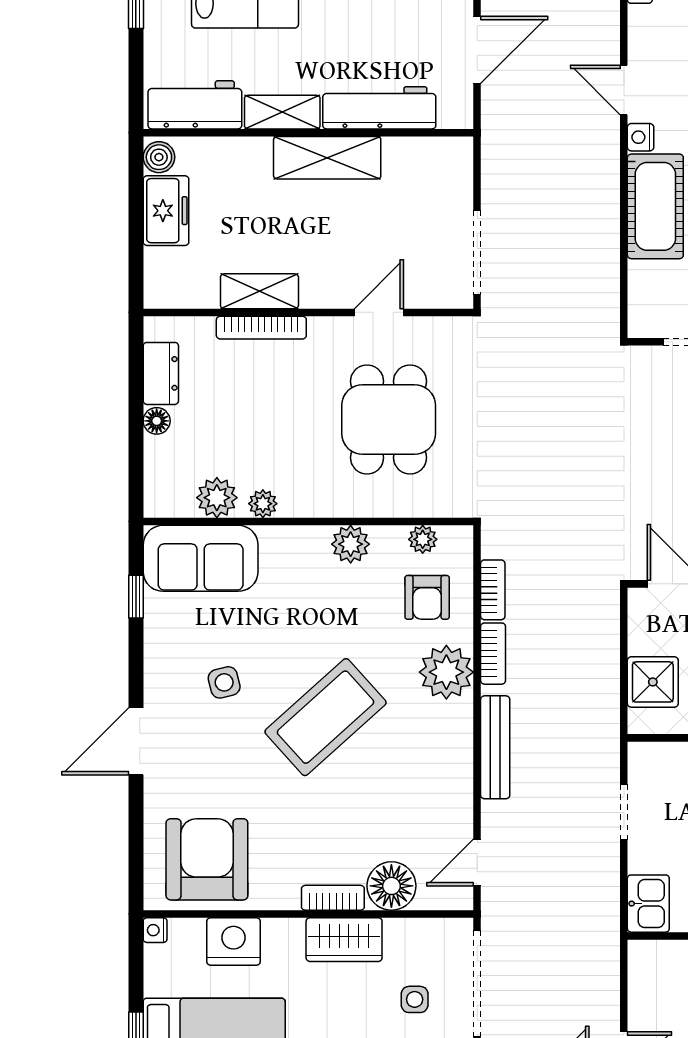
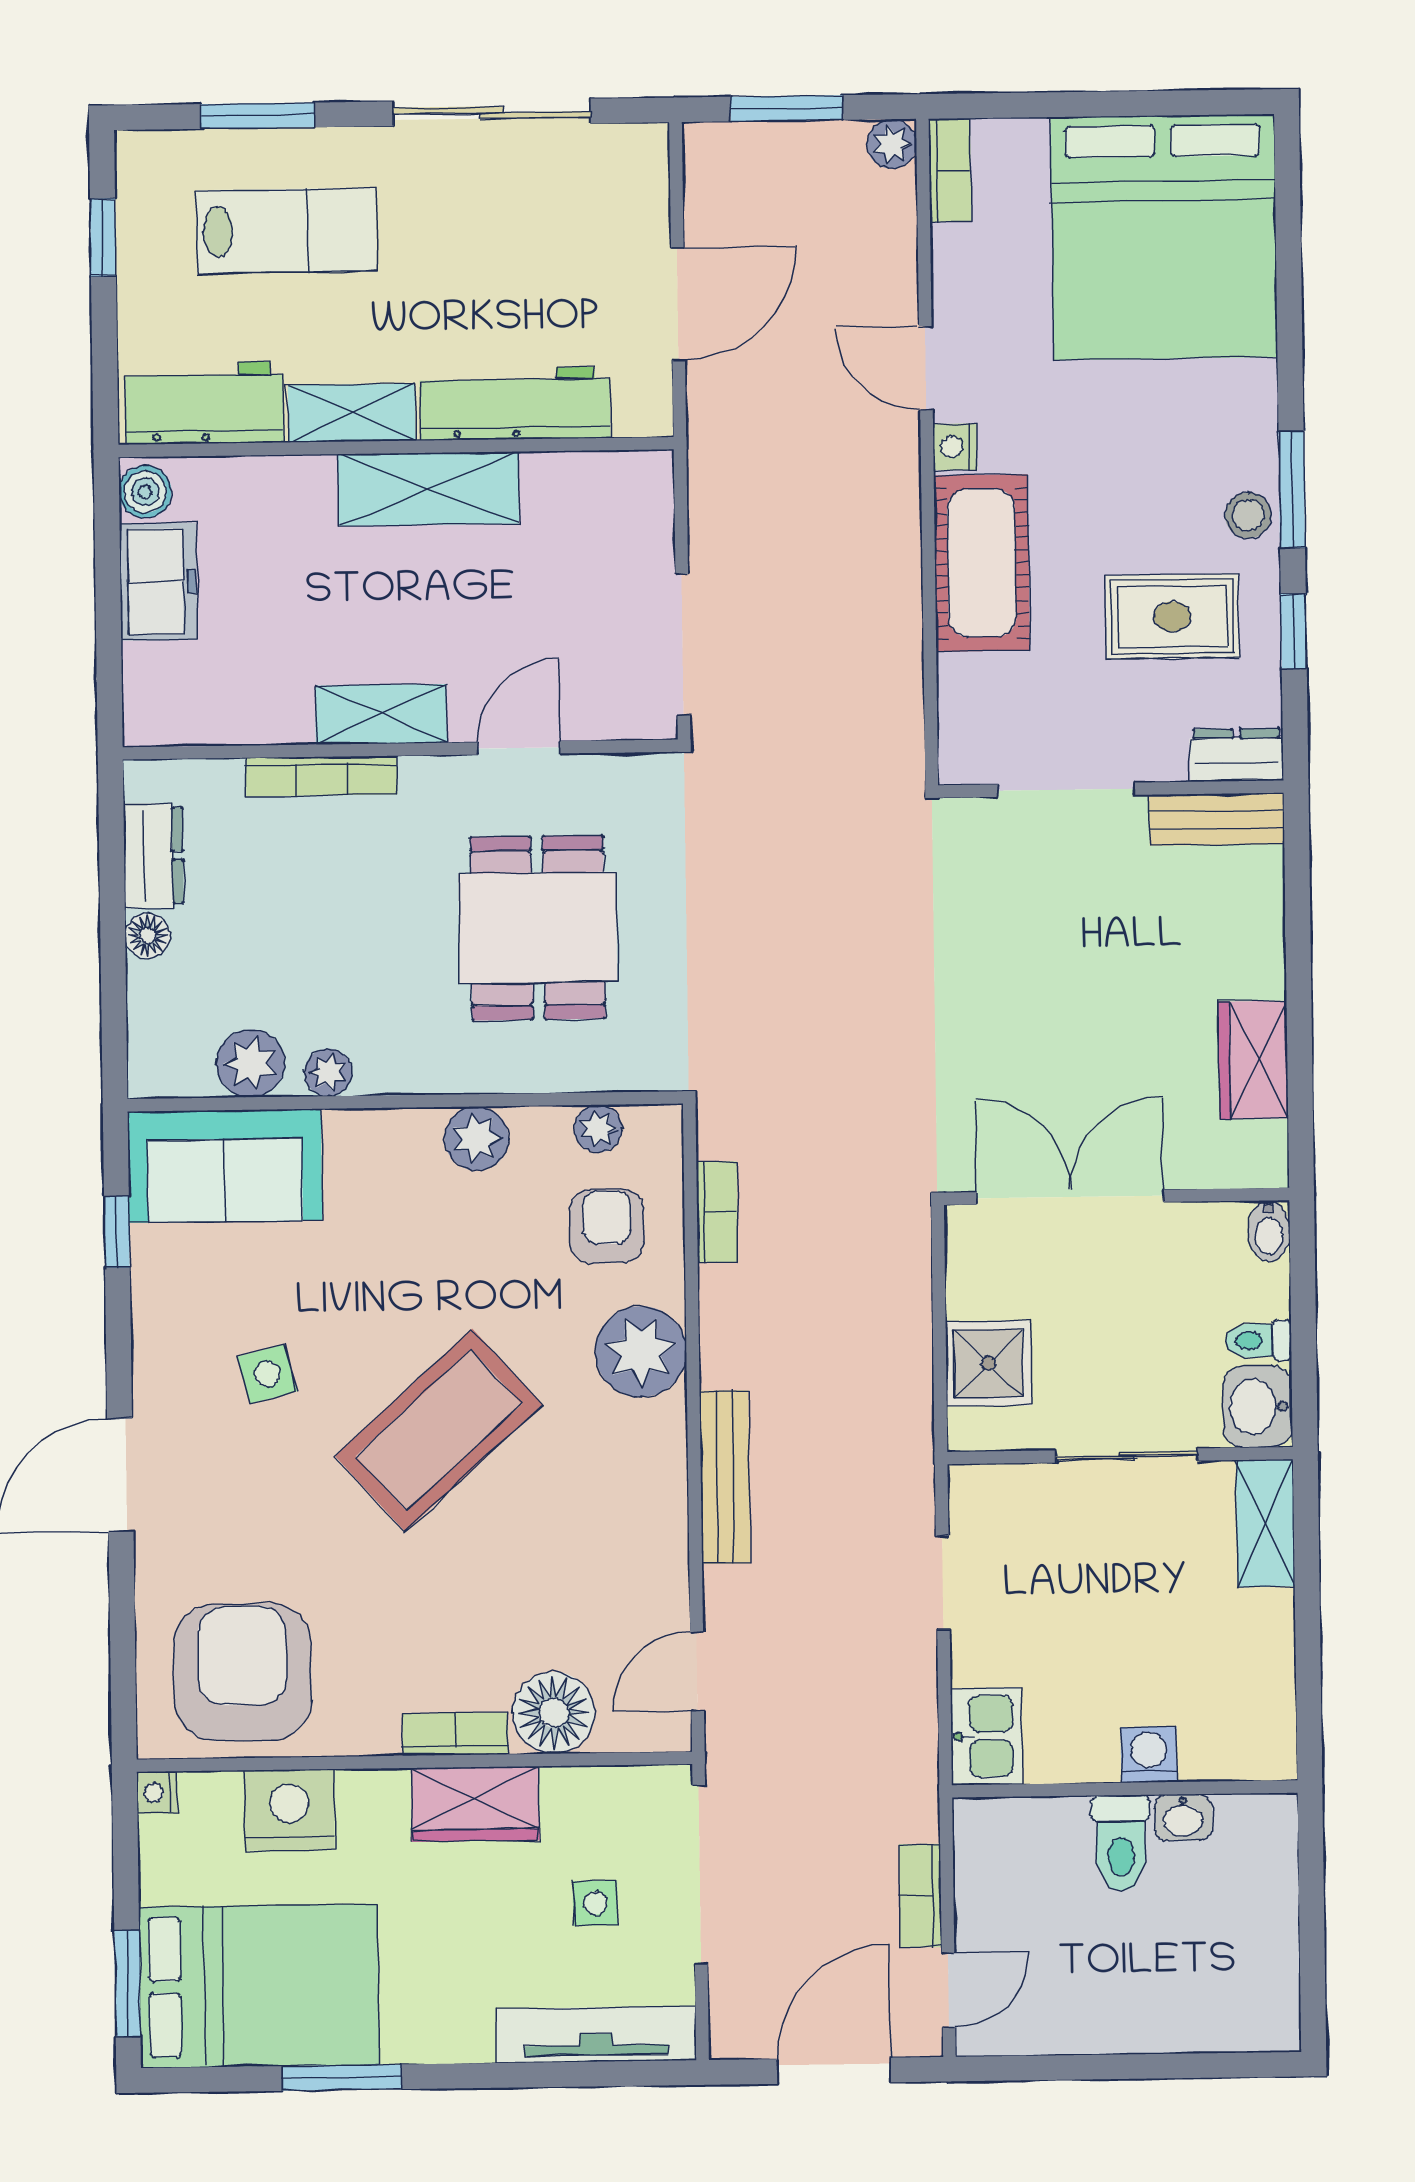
shelving: (259, 291) -> (381, 714), moved
armchair: (427, 597) -> (607, 1226), turned 180
bookcase: (493, 654) -> (920, 1896), moved, turned 180

